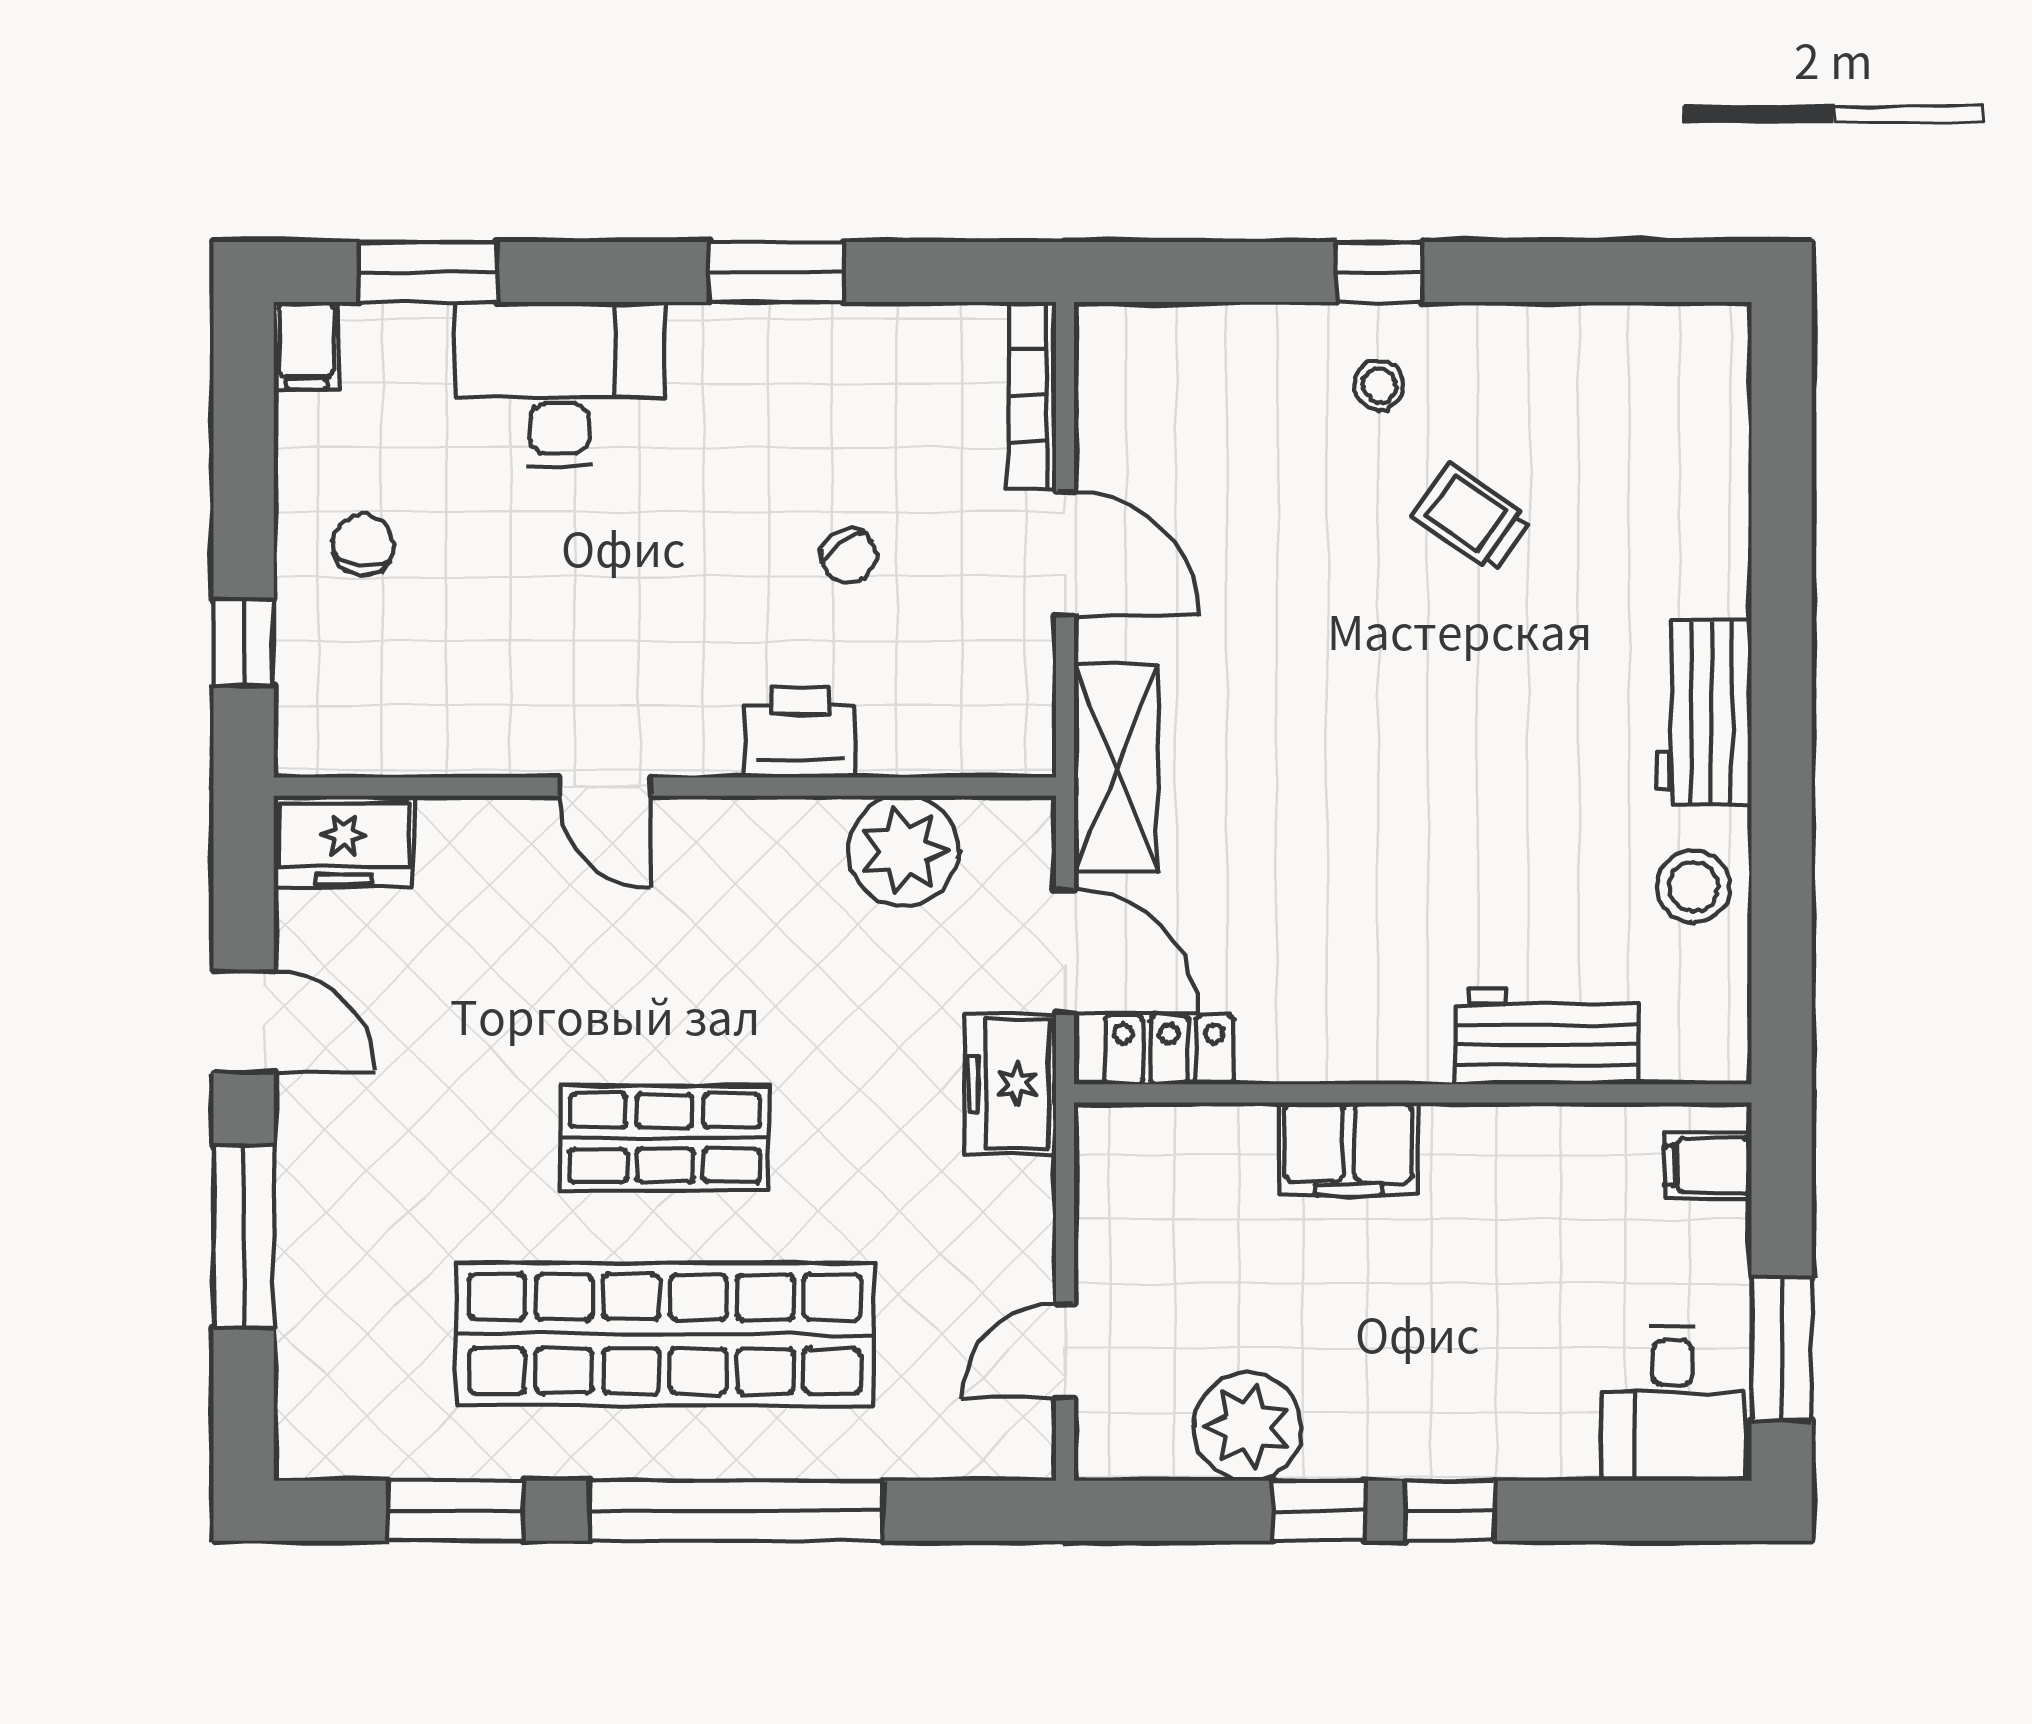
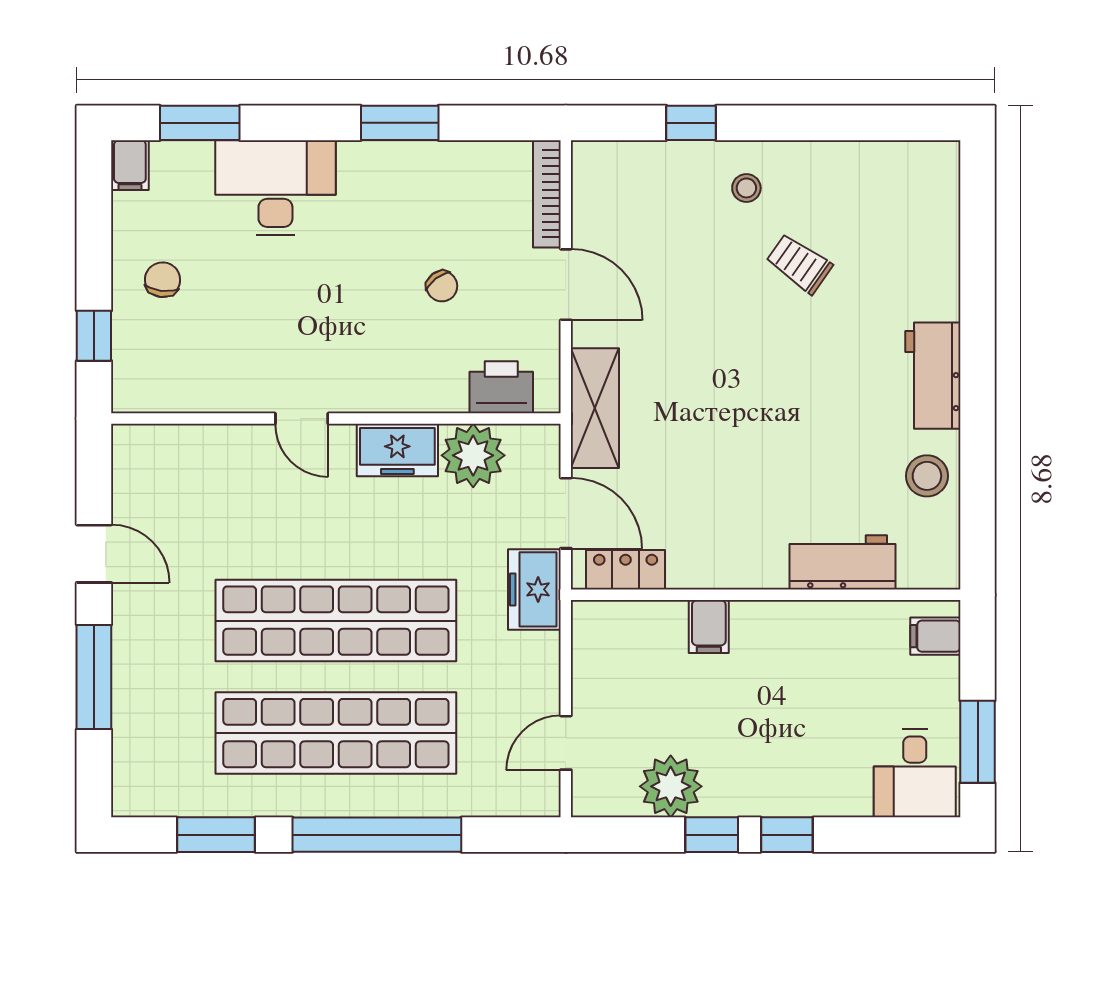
window: (1379, 272) -> (691, 123), moved
printer: (800, 732) -> (501, 387), moved
freezer: (344, 841) -> (397, 450), moved
shop shelf: (665, 1138) -> (336, 621), width x2.00, depth x1.36
filing cabinet: (1349, 1149) -> (709, 626), width x0.50

